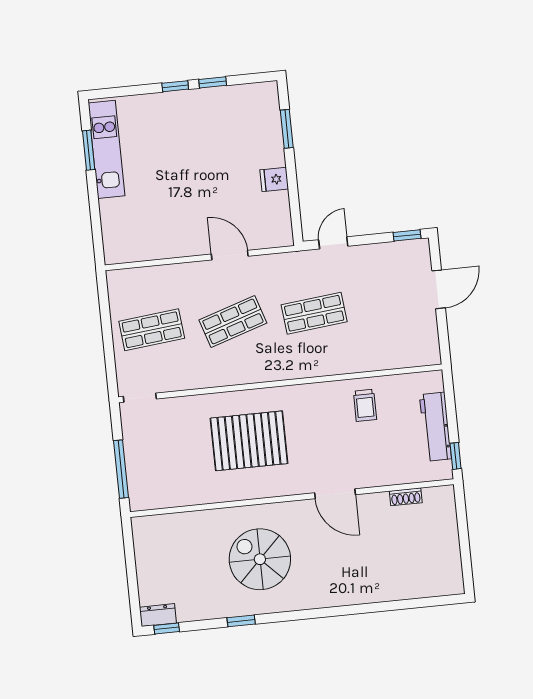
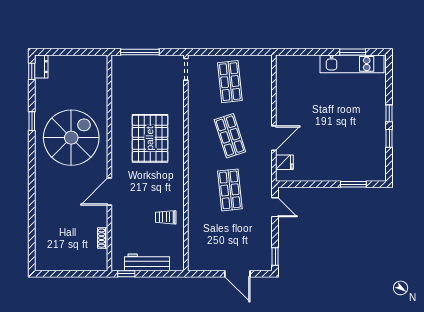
fridge: (274, 179) -> (284, 162), moved, turned 90
spiral stairs: (260, 559) -> (71, 138), width x1.37, depth x1.37

